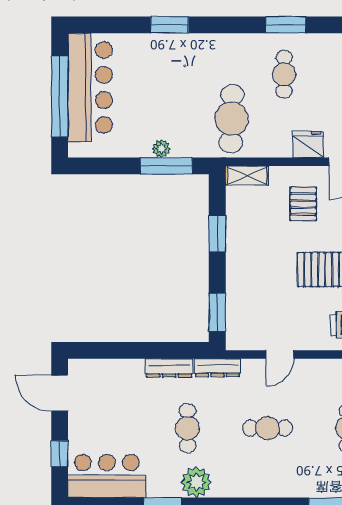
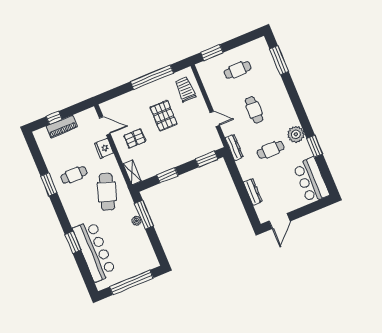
bar counter: (90, 88) -> (94, 251), moved, turned 90
cafe table: (232, 119) -> (107, 192), turned -74
dresser: (169, 368) -> (253, 192), moved
window: (60, 454) -> (310, 208), removed

